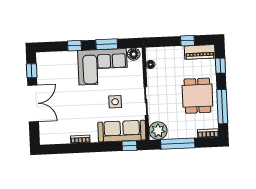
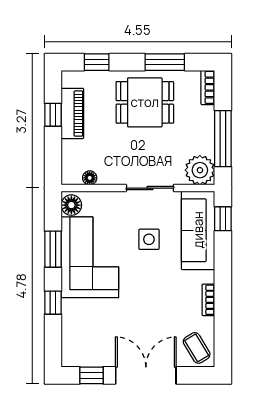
piano: (200, 52) -> (72, 113), moved
window: (222, 107) -> (165, 62), width x0.69
coffee table: (51, 133) -> (197, 348), added

